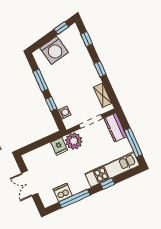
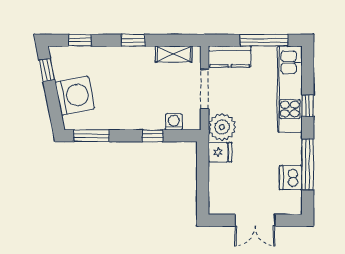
window: (40, 80) -> (92, 136), moved

